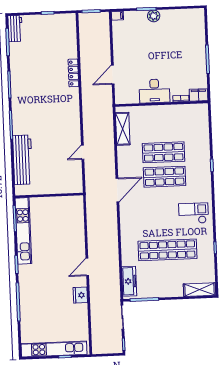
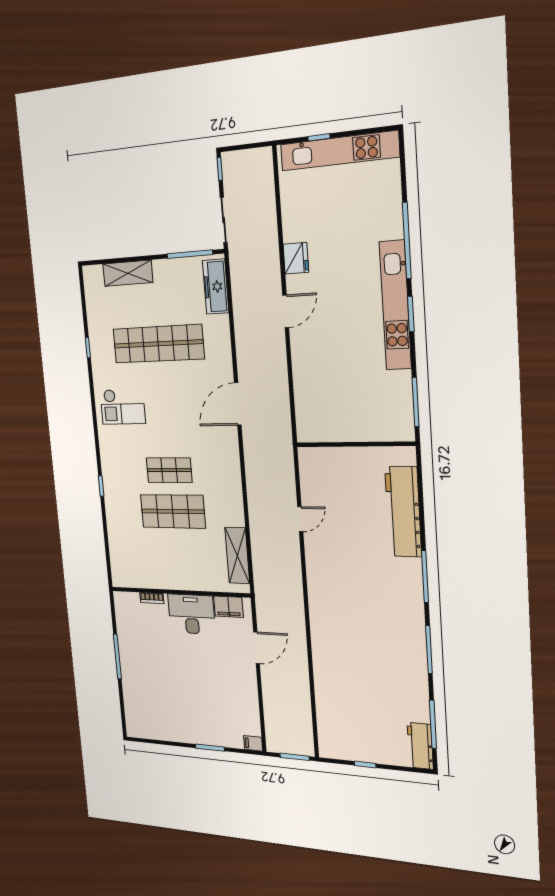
plant: (154, 16) -> (199, 735), removed
locker: (73, 73) -> (320, 658), removed
filing cabinet: (199, 95) -> (228, 607), moved
shop shelf: (165, 177) -> (169, 470), width x0.70, depth x0.74
door: (117, 190) -> (238, 404), moved
kitchen unit: (23, 231) -> (395, 305), moved
shelving: (200, 290) -> (128, 273), moved

